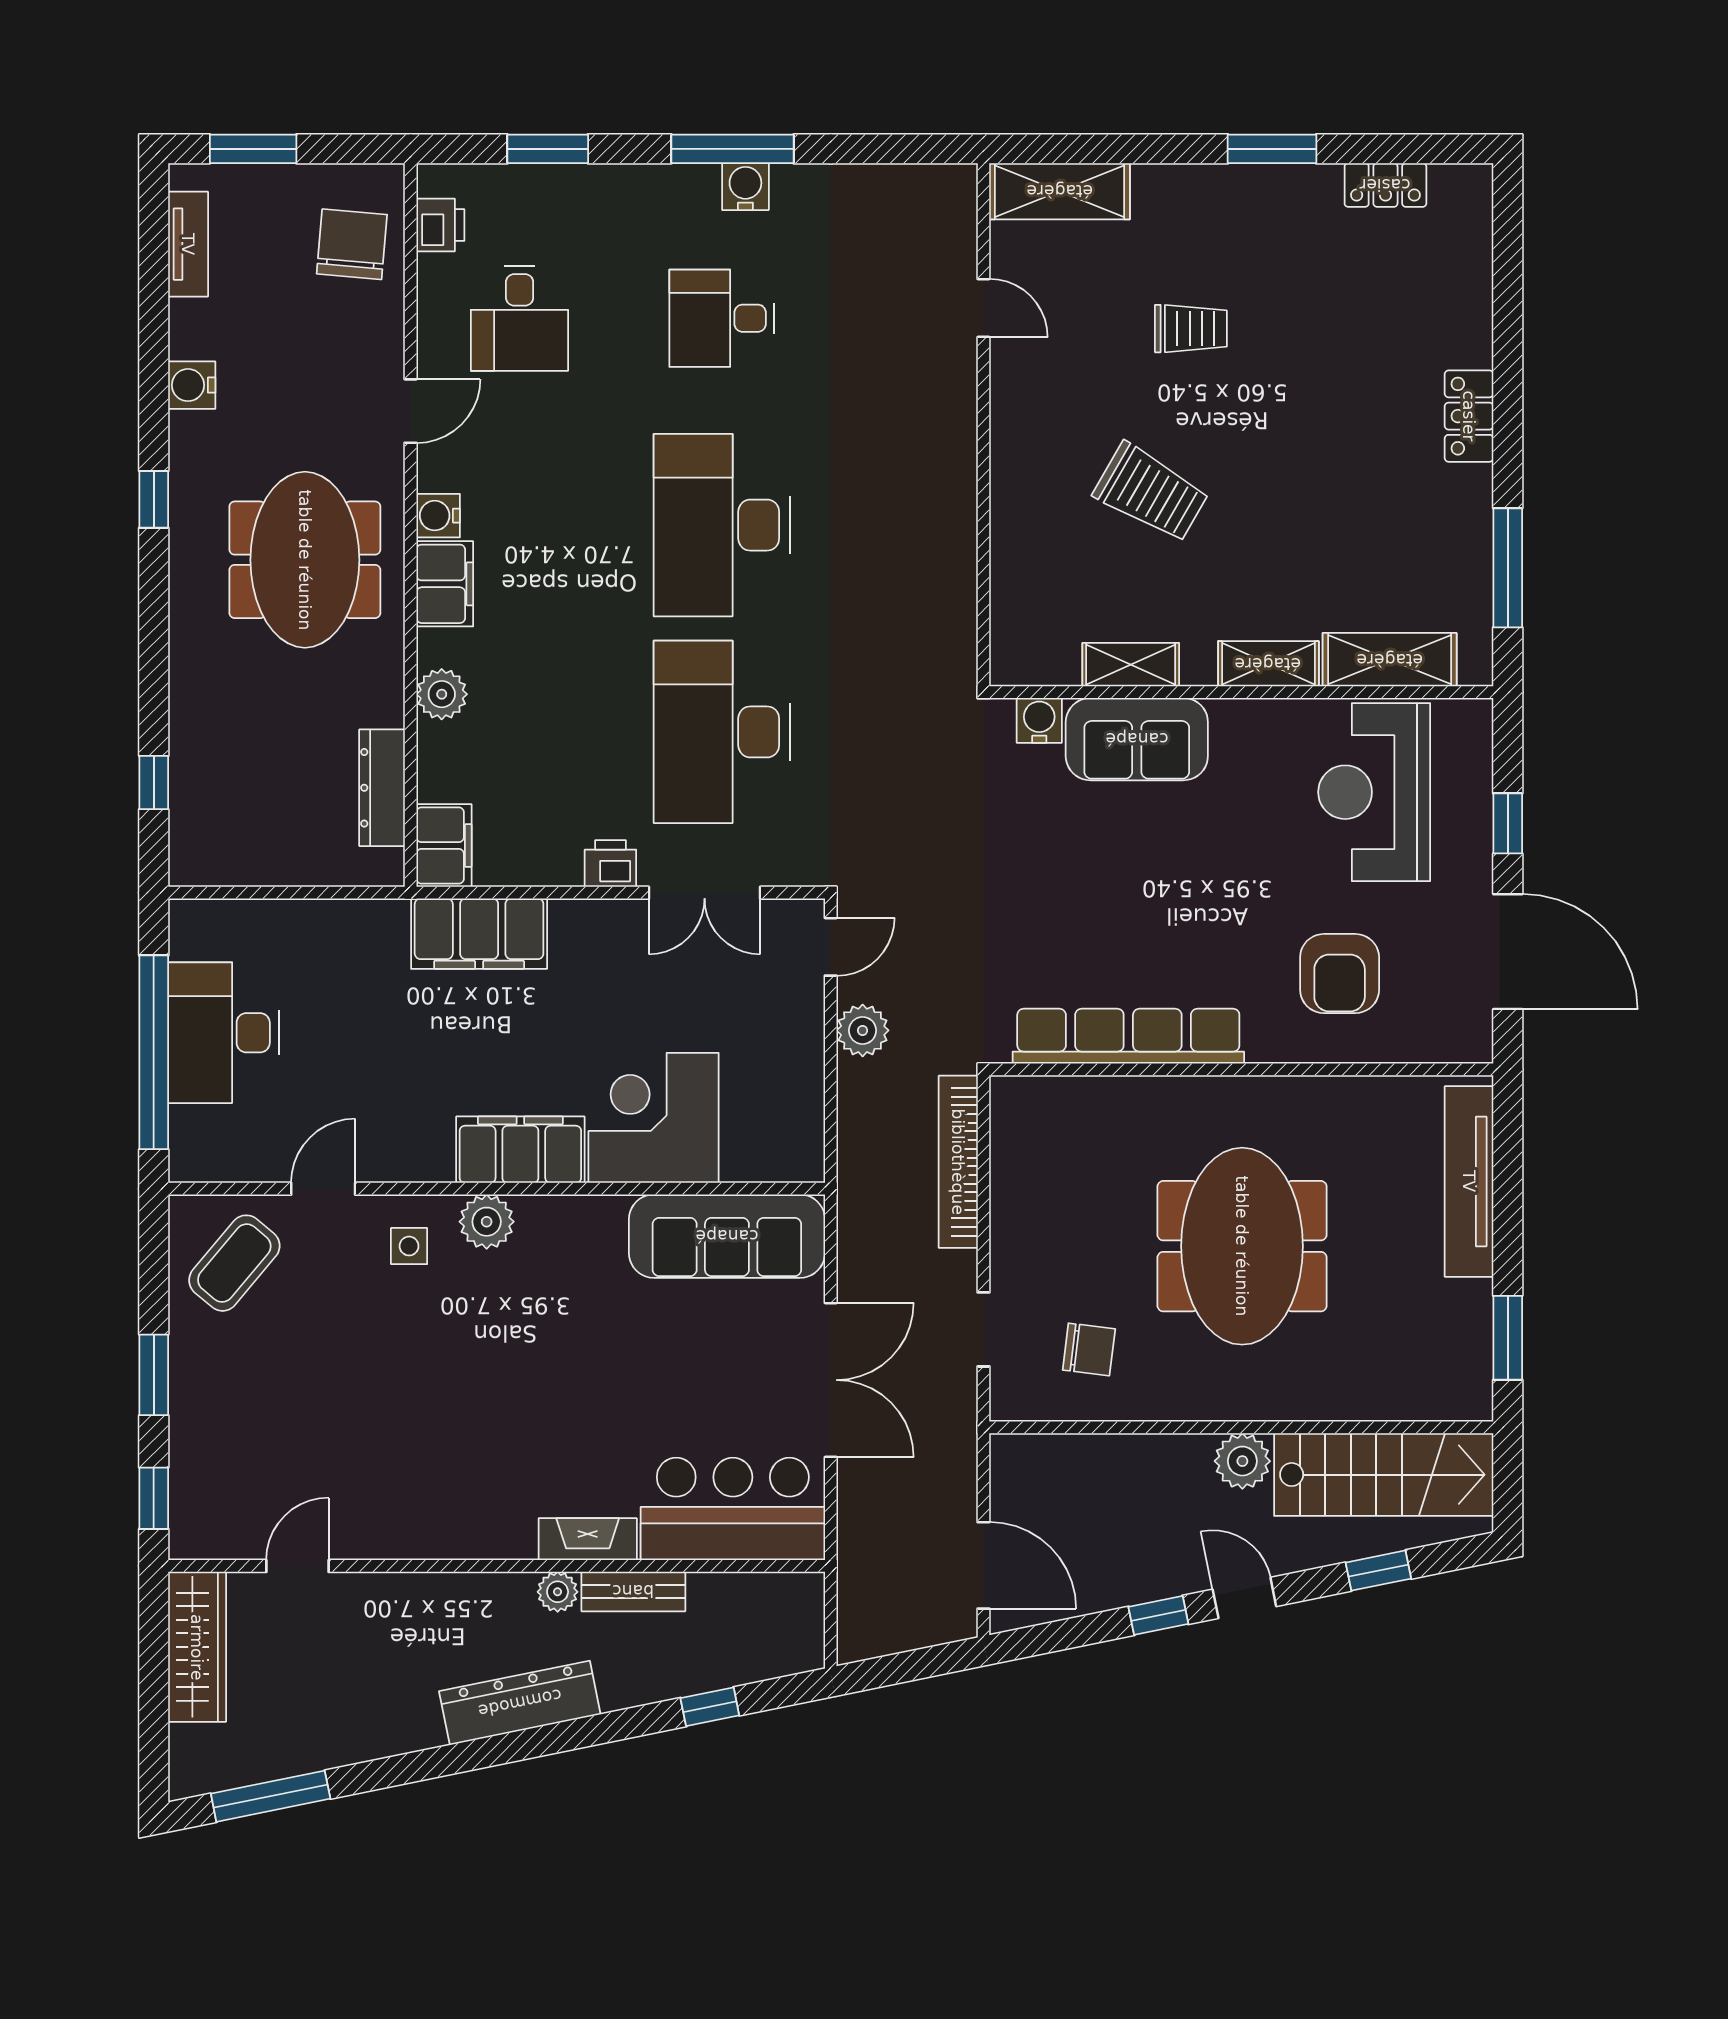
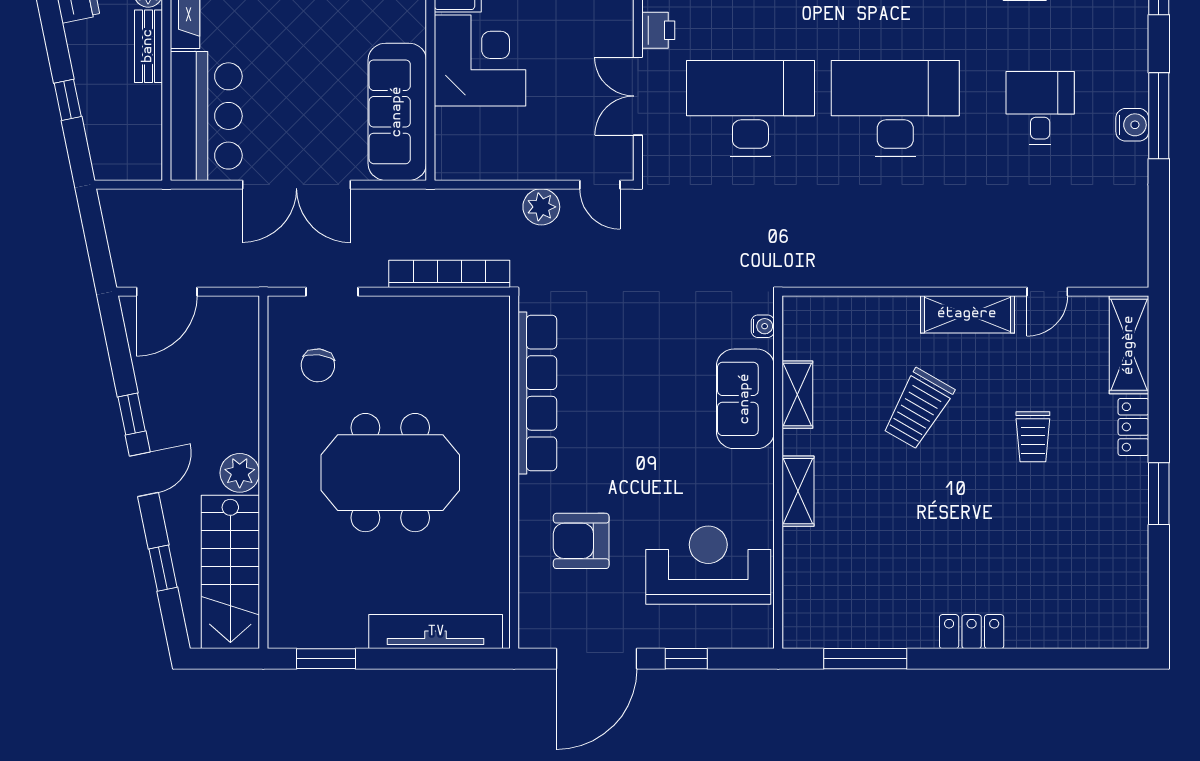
locker: (1385, 185) -> (1133, 427), moved
shelving: (1390, 660) -> (967, 314), moved, turned 90
water cooler: (1039, 720) -> (763, 326), width x0.72, depth x0.72

